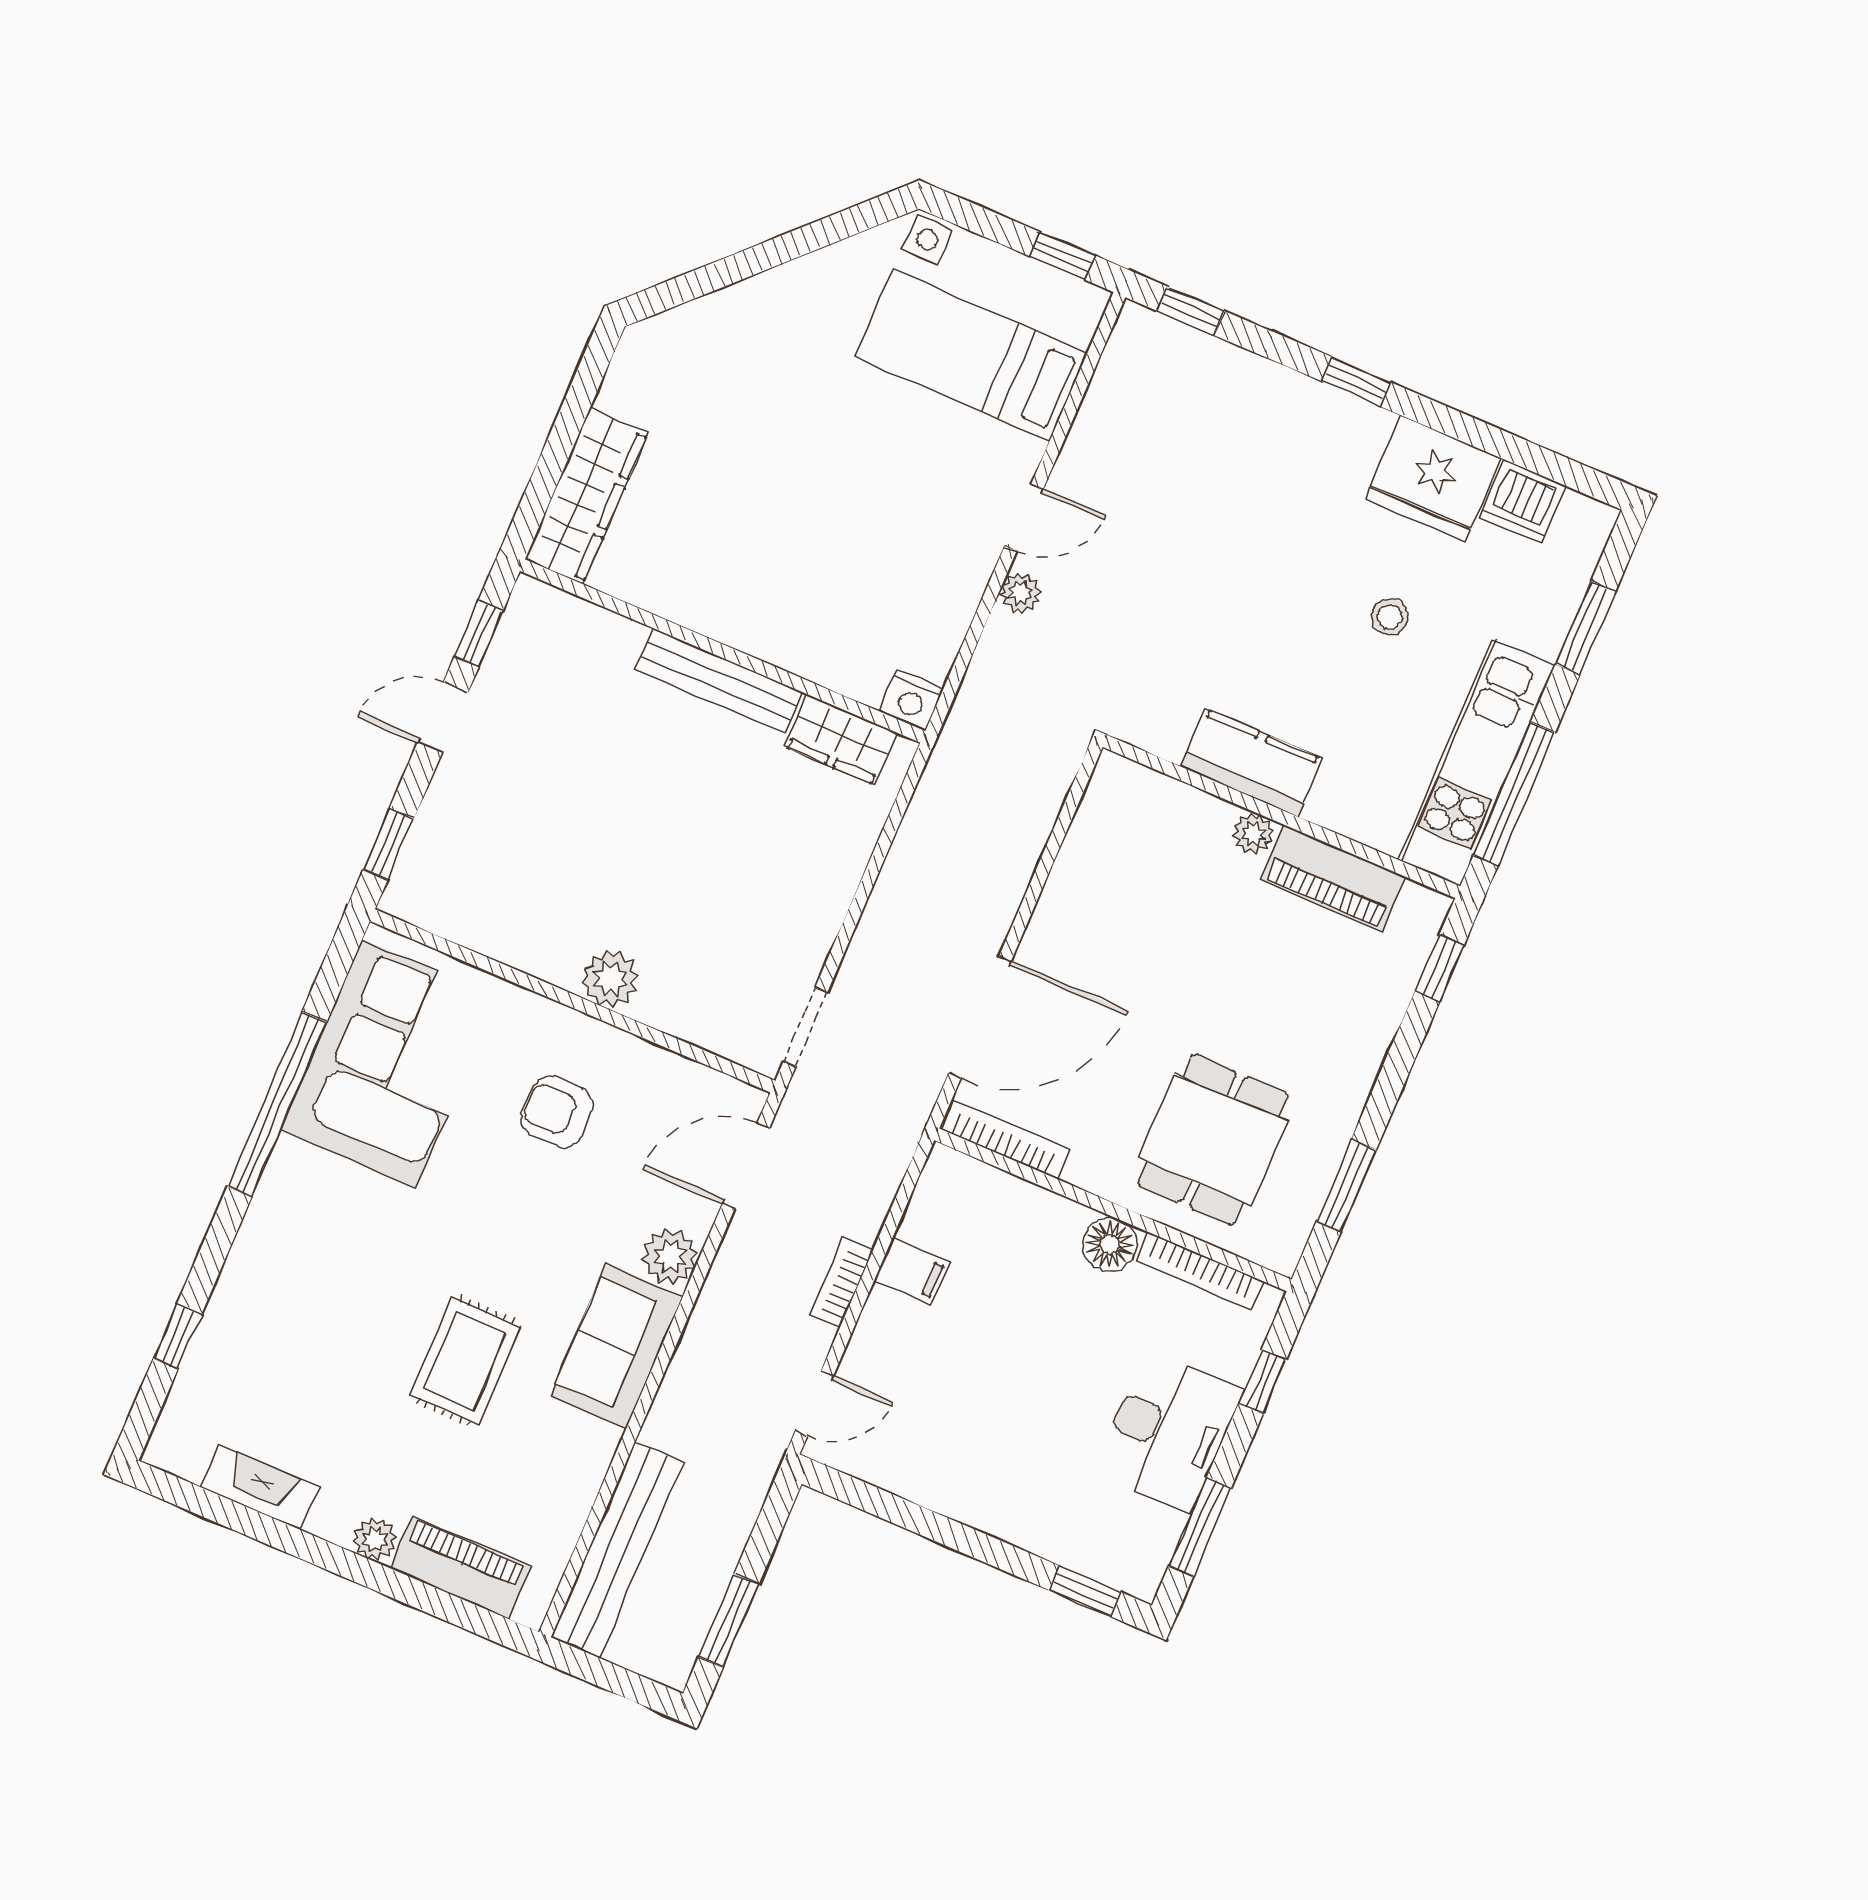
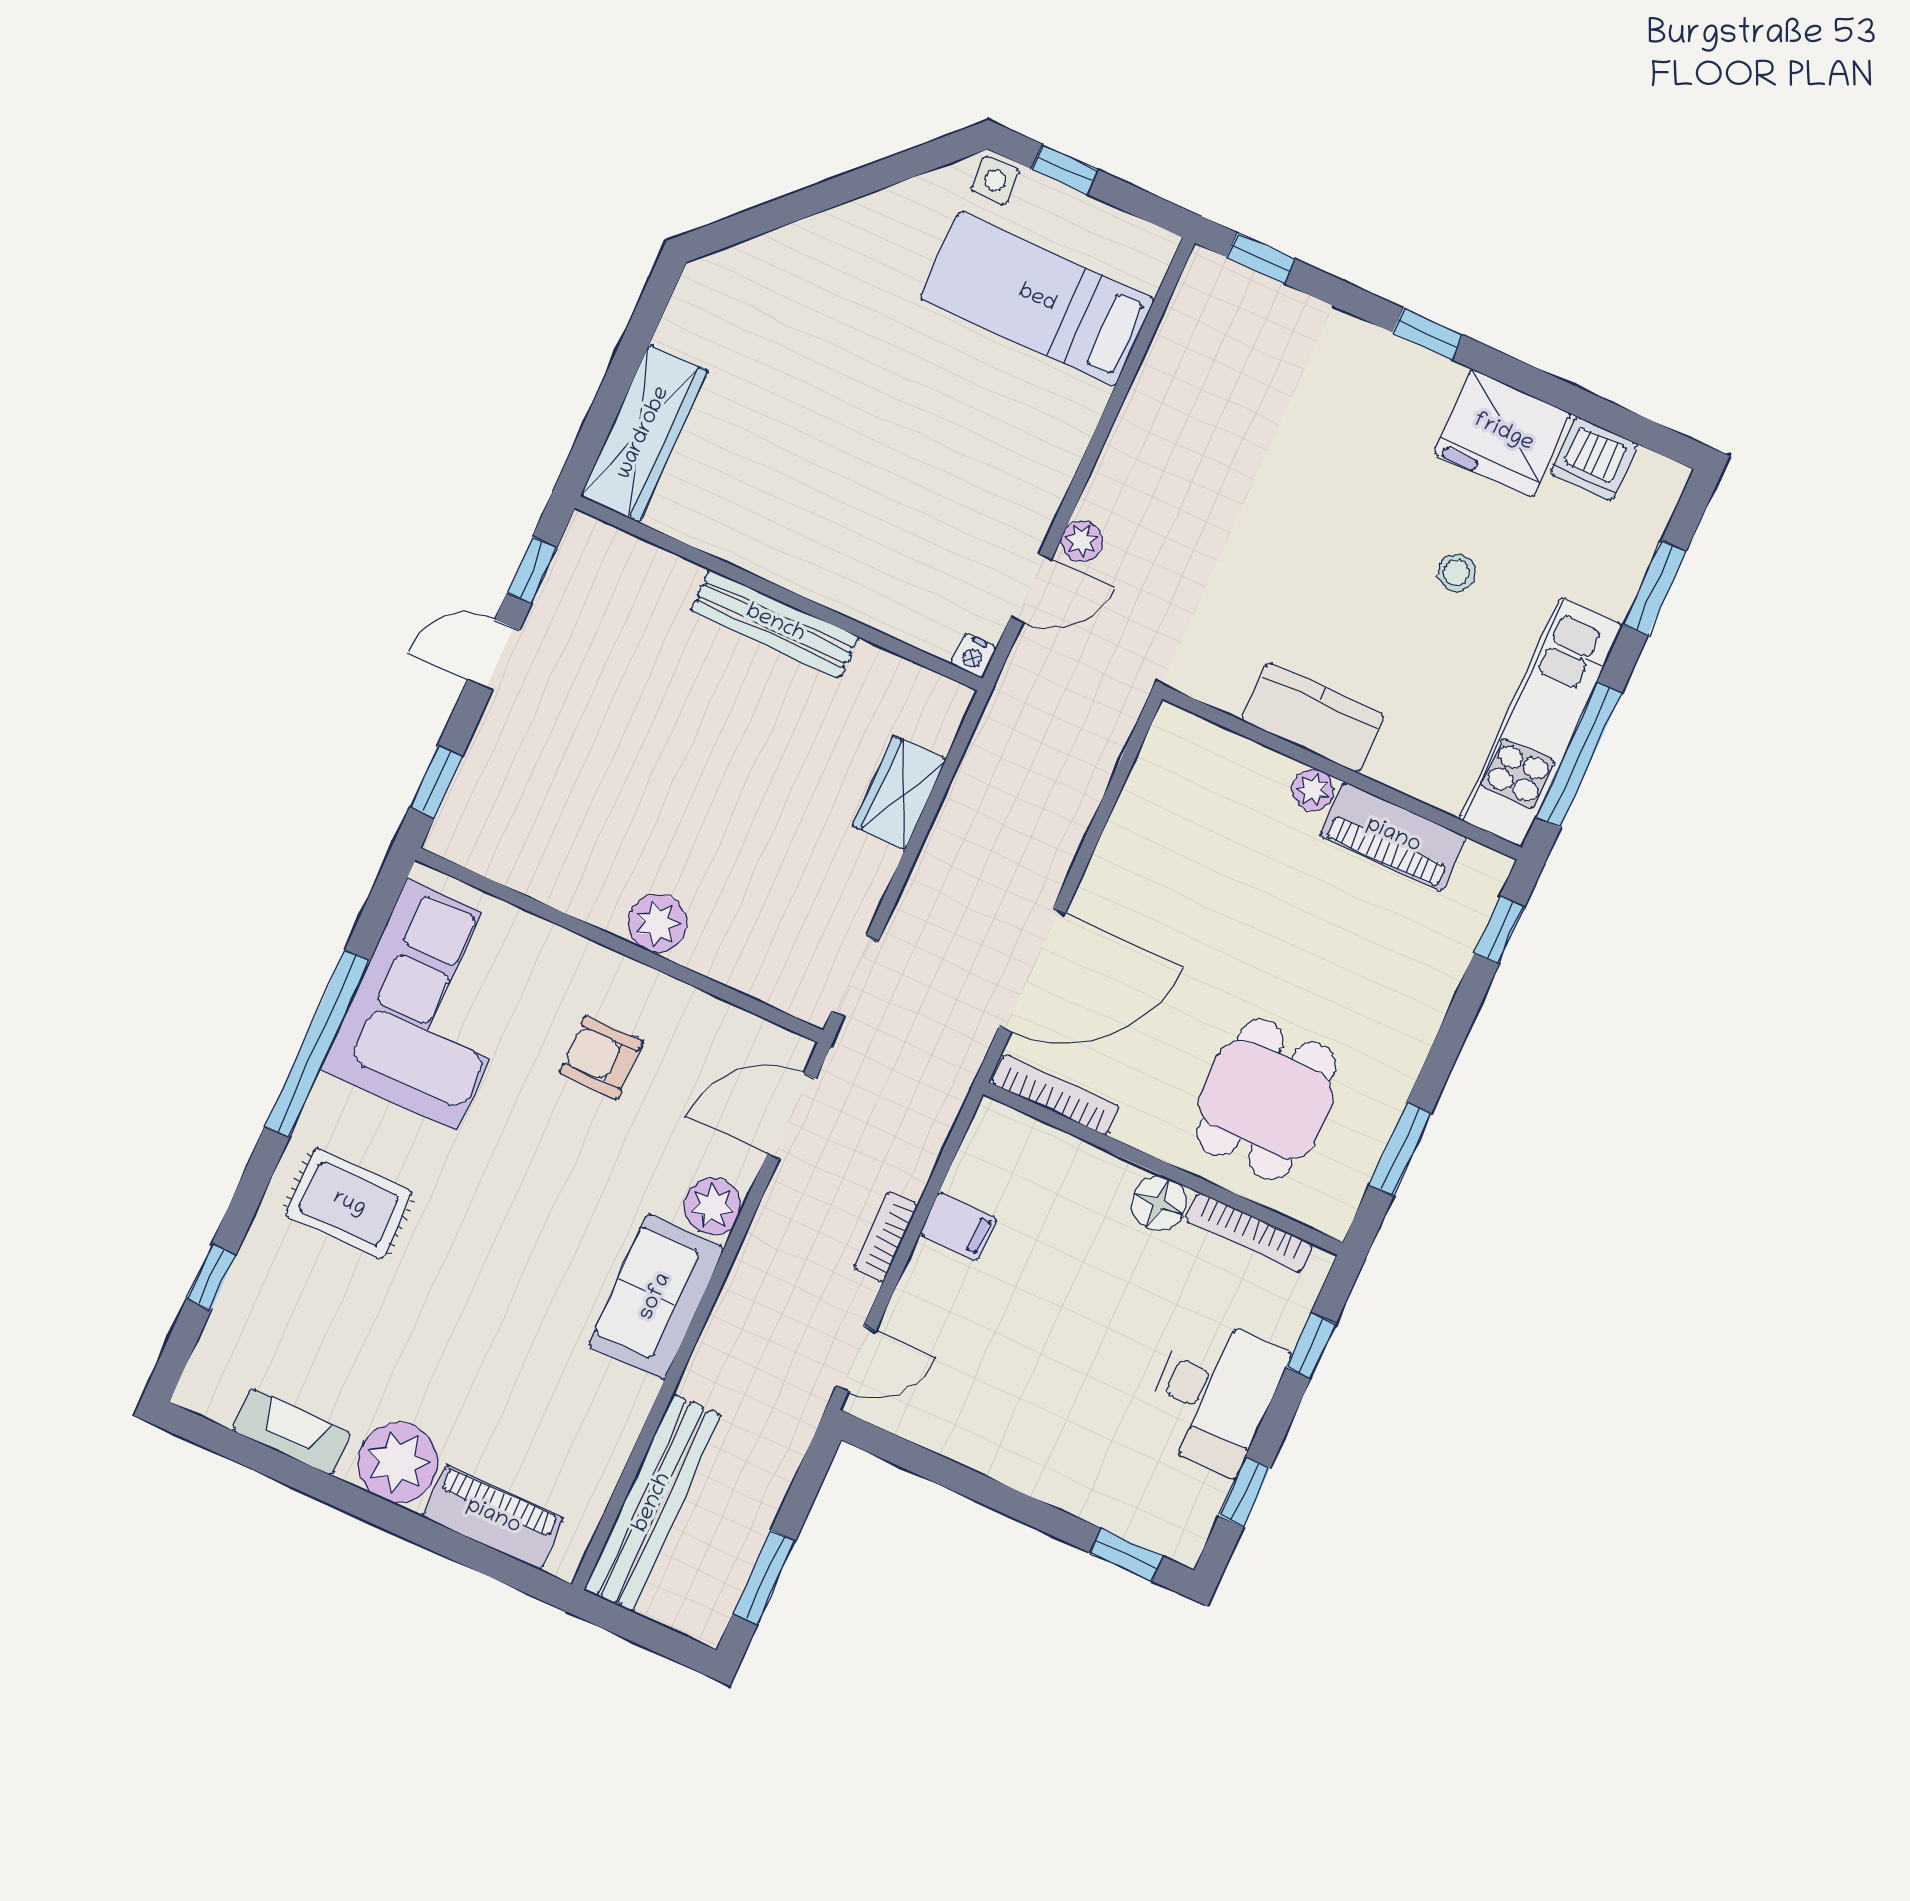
window: (1063, 256) -> (1065, 169), moved
door: (1024, 517) -> (1031, 588), moved
nightstand: (912, 700) -> (973, 656), width x0.72, depth x0.74
wardrobe: (841, 740) -> (899, 793), moved, turned 90
rug: (465, 1361) -> (349, 1204), moved, turned 90
window: (1200, 1527) -> (1245, 1492), width x0.67
plant: (375, 1539) -> (398, 1462), width x1.88, depth x1.88

